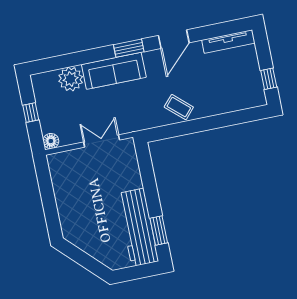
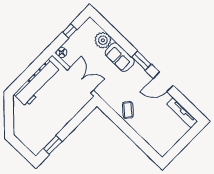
sofa: (114, 71) -> (120, 57), width x0.73
window: (269, 79) -> (177, 149), removed
double door: (102, 141) -> (80, 80), width x1.37
workbench: (138, 227) -> (37, 83), moved, turned 180

